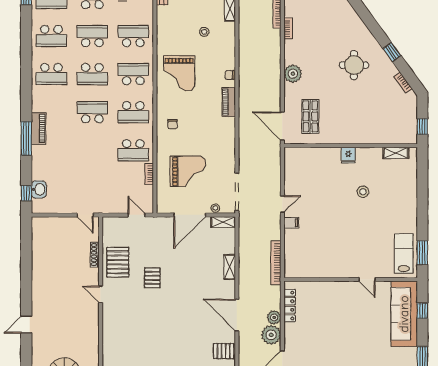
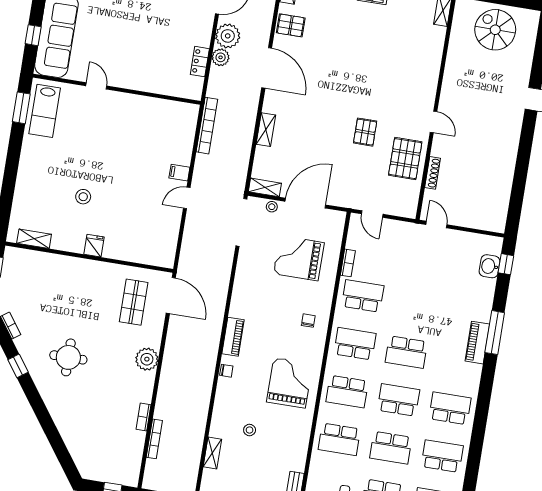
locker: (290, 306) -> (200, 62), width x0.66

